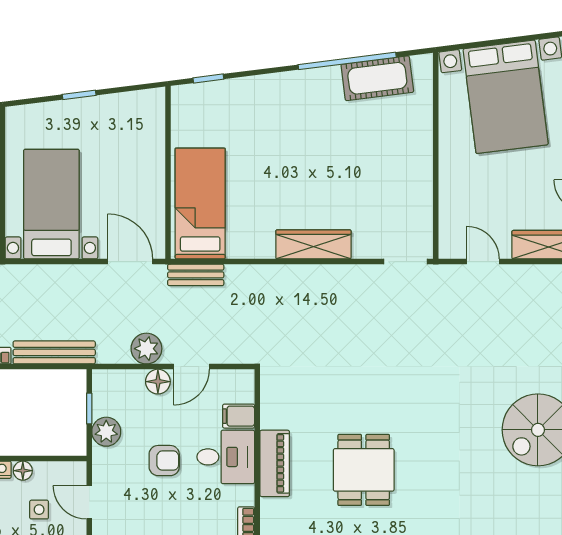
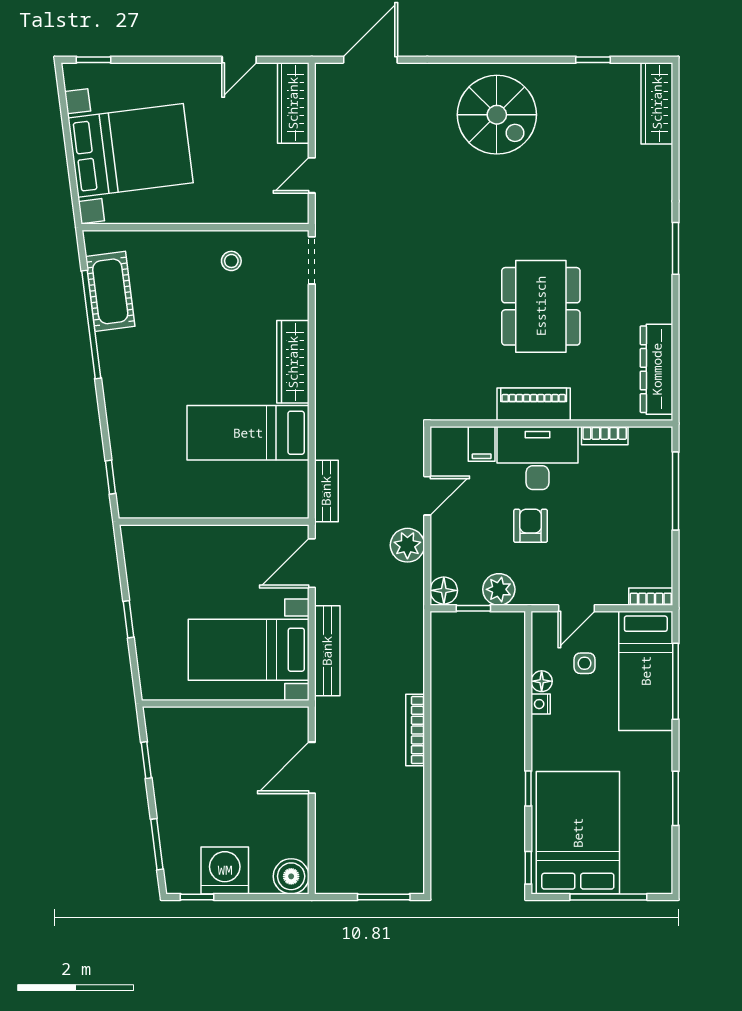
stool: (405, 188) -> (231, 261), added
bed: (200, 204) -> (248, 433), moved
bench: (54, 352) -> (327, 651), moved
door: (191, 367) -> (427, 496), hinge flipped
floor lamp: (158, 382) -> (444, 590), moved
desk: (226, 457) -> (537, 458), width x1.37
dining table: (364, 470) -> (541, 306), width x1.38

